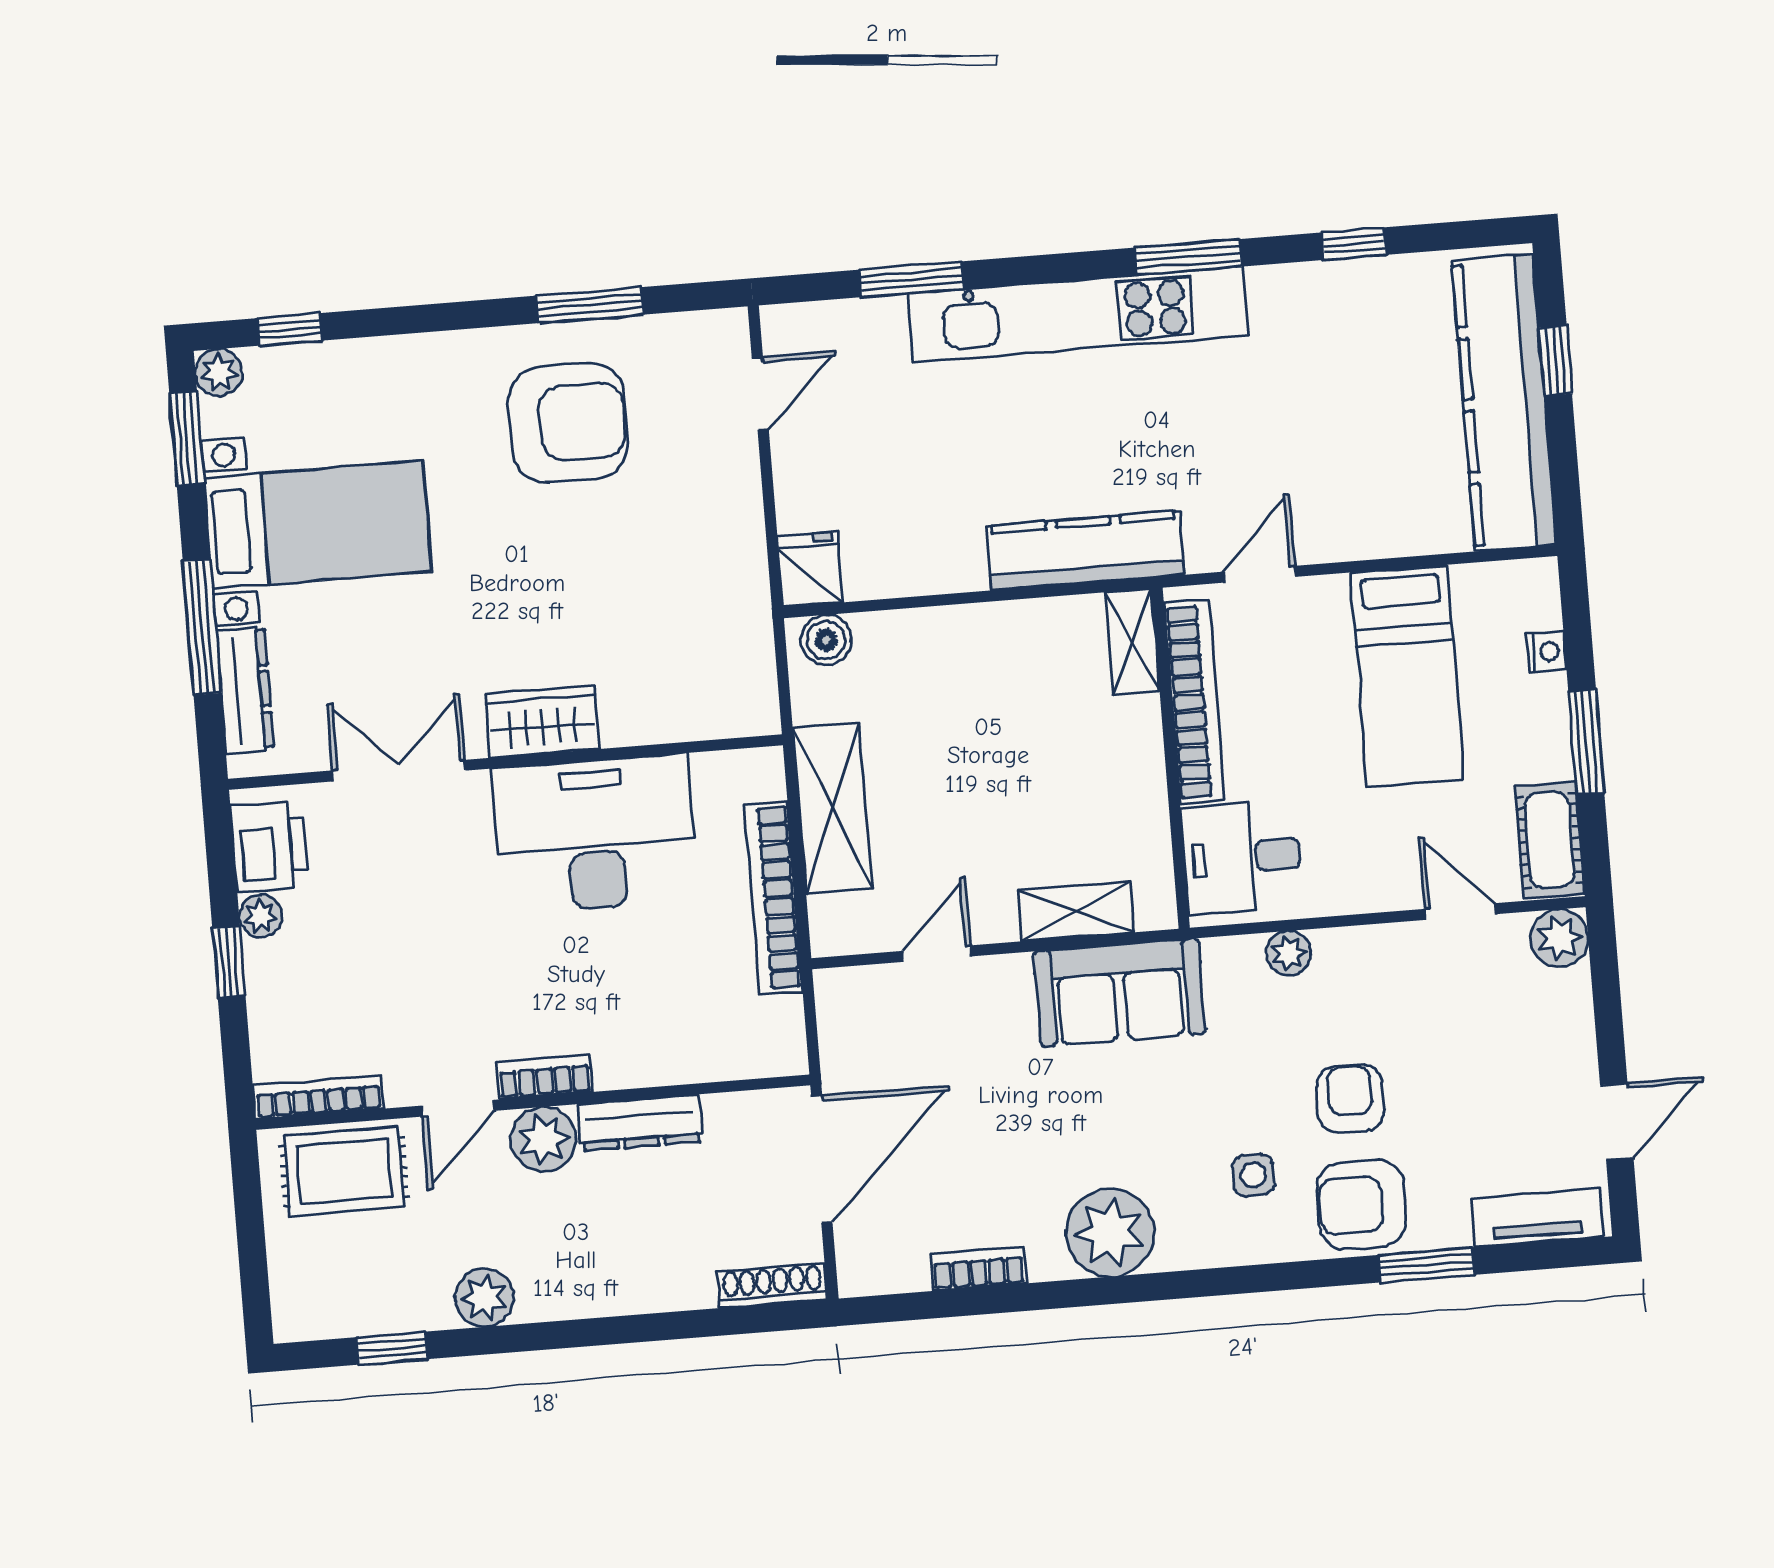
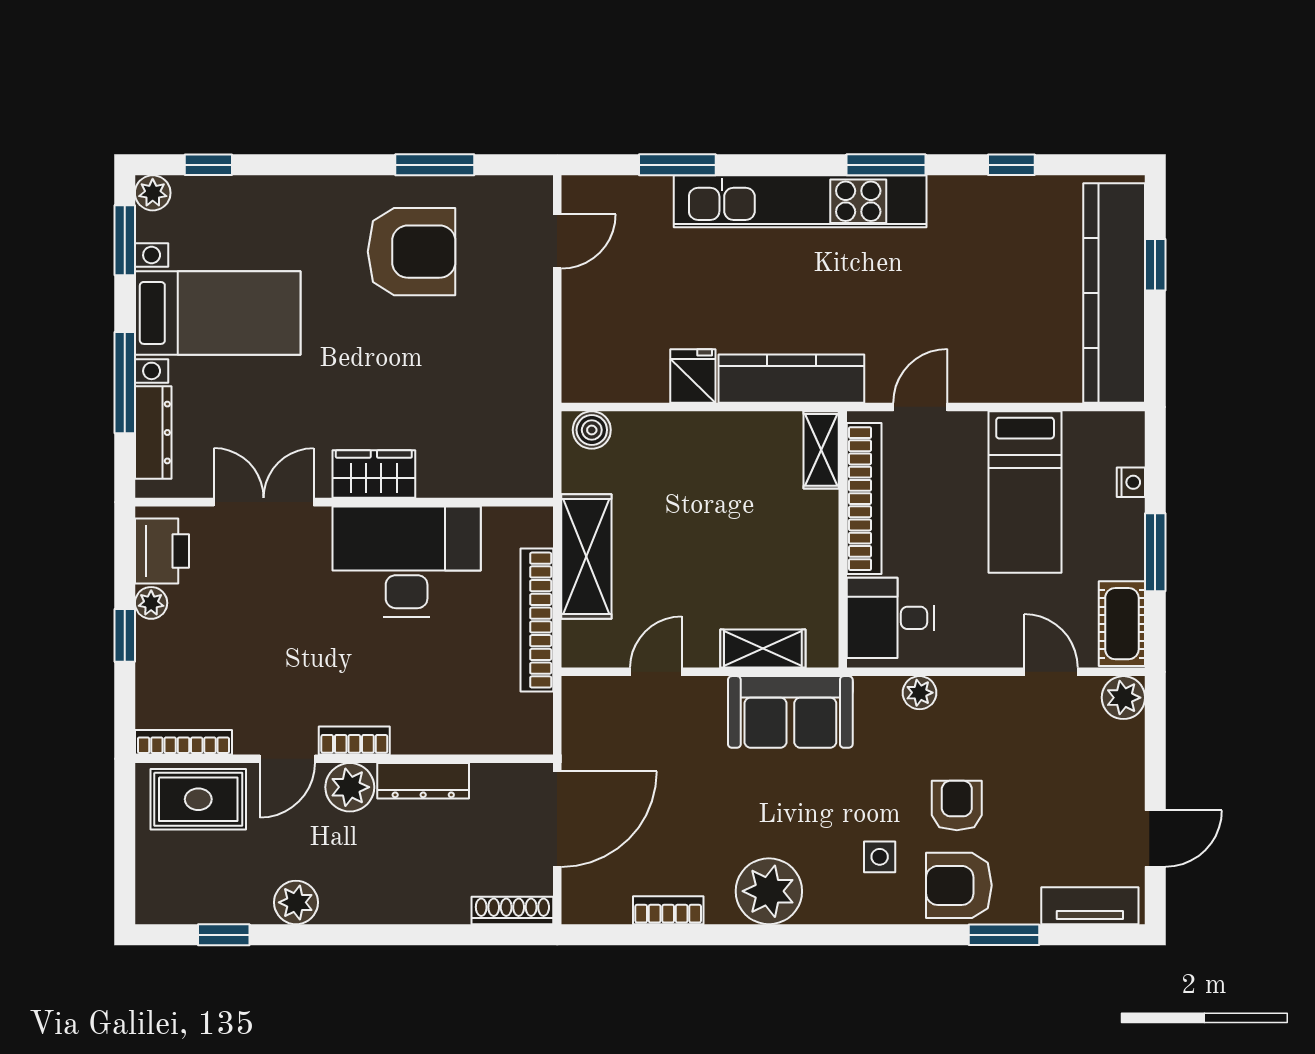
fridge: (810, 569) -> (693, 376), moved

